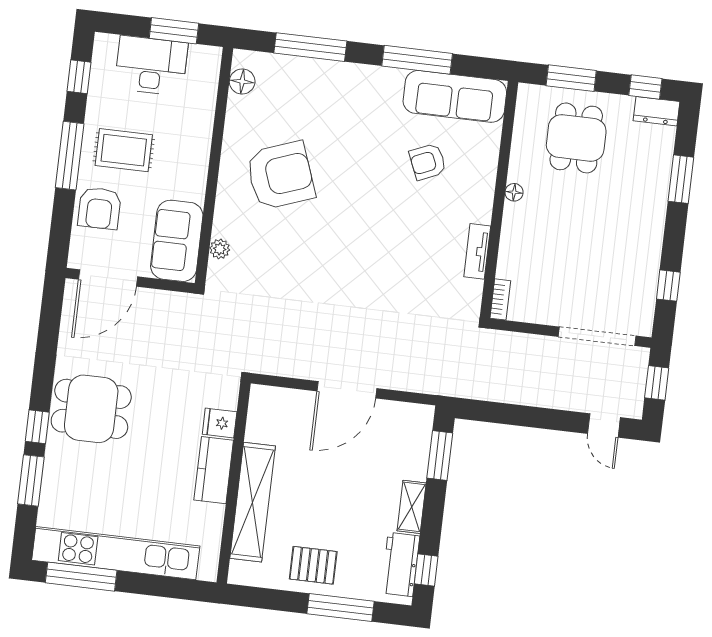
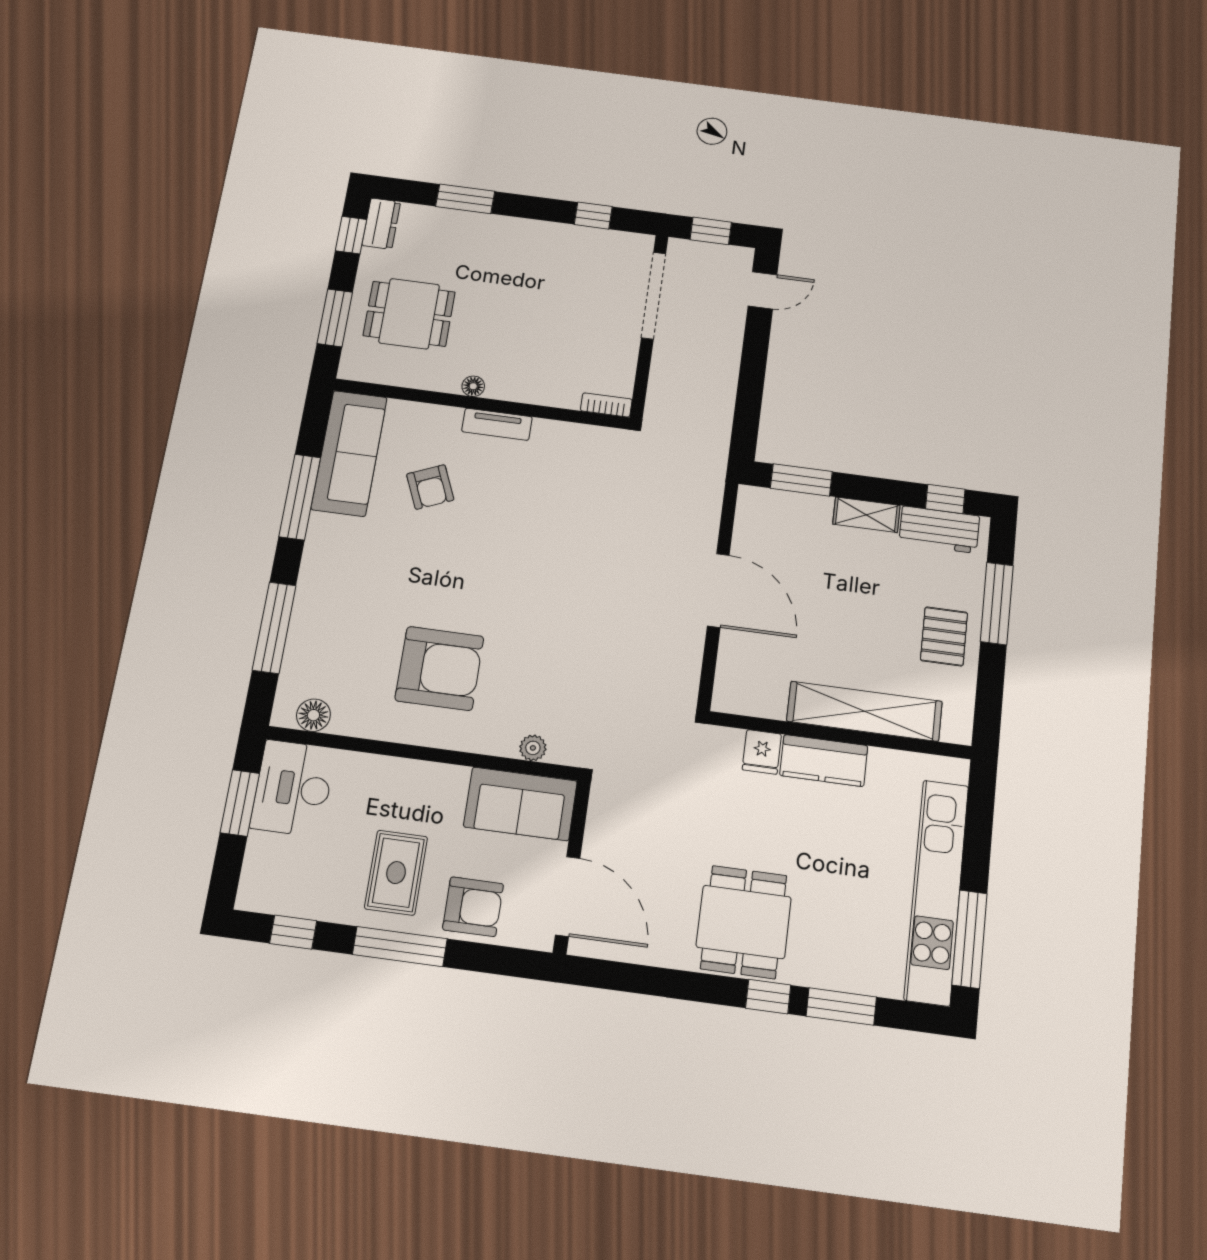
desk: (151, 66) -> (293, 788), moved
armchair: (280, 175) -> (439, 668), turned 110
tv unit: (477, 251) -> (497, 424), moved

